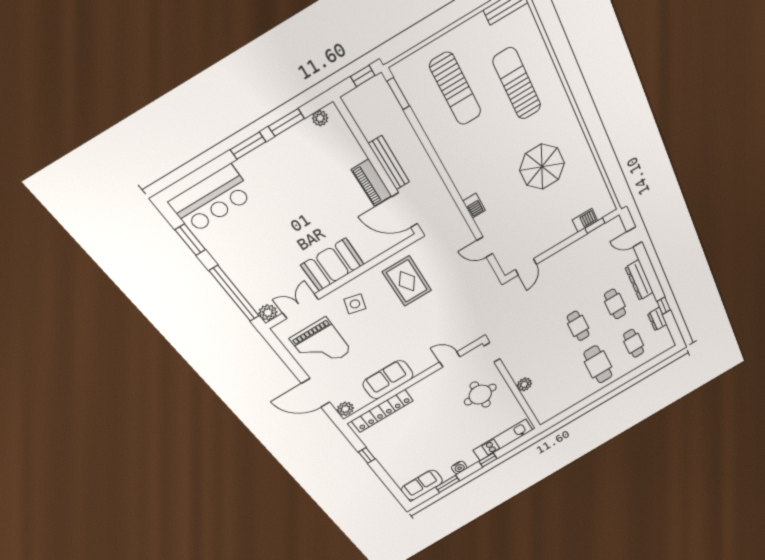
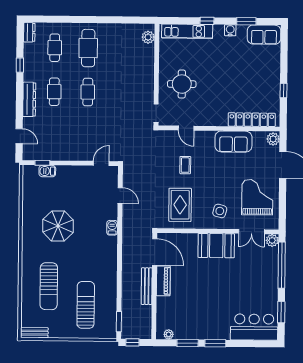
dresser: (657, 319) -> (29, 32), moved
coffee table: (428, 324) -> (185, 165), added
plant: (524, 384) -> (148, 37), moved

